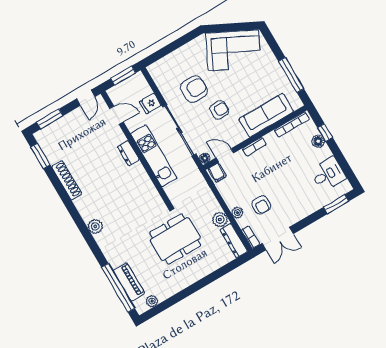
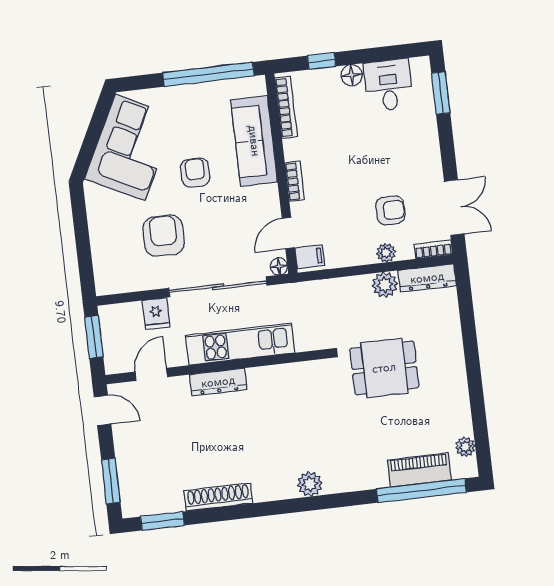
window: (291, 75) -> (208, 74), width x1.46
armchair: (219, 110) -> (195, 173), moved
floor lamp: (318, 141) -> (352, 75), moved
dresser: (128, 153) -> (218, 382), width x1.44
dining table: (175, 239) -> (384, 368), width x0.73

